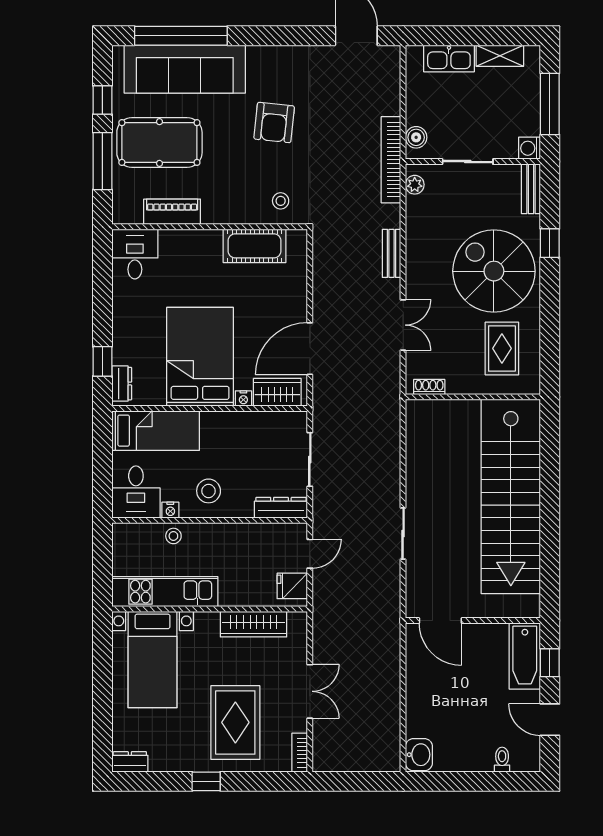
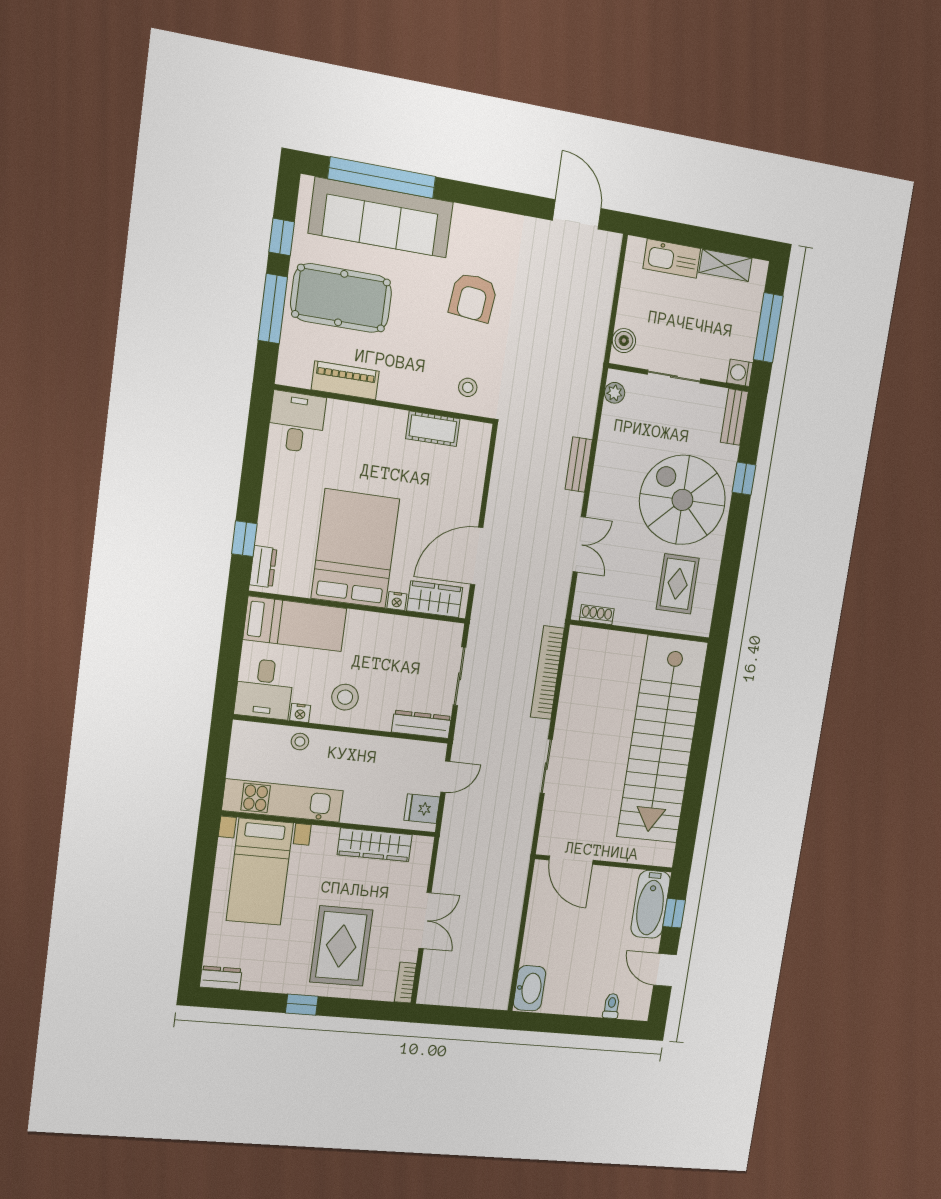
bookcase: (391, 160) -> (547, 673), moved
cot: (255, 246) -> (433, 429), width x0.73, depth x0.75
washbasin: (419, 755) -> (530, 988), width x1.38

